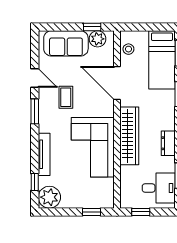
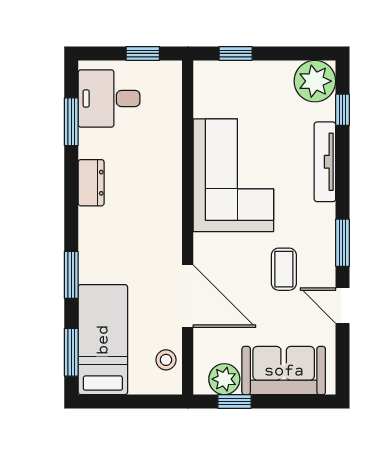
wardrobe: (129, 136) -> (165, 197), removed

